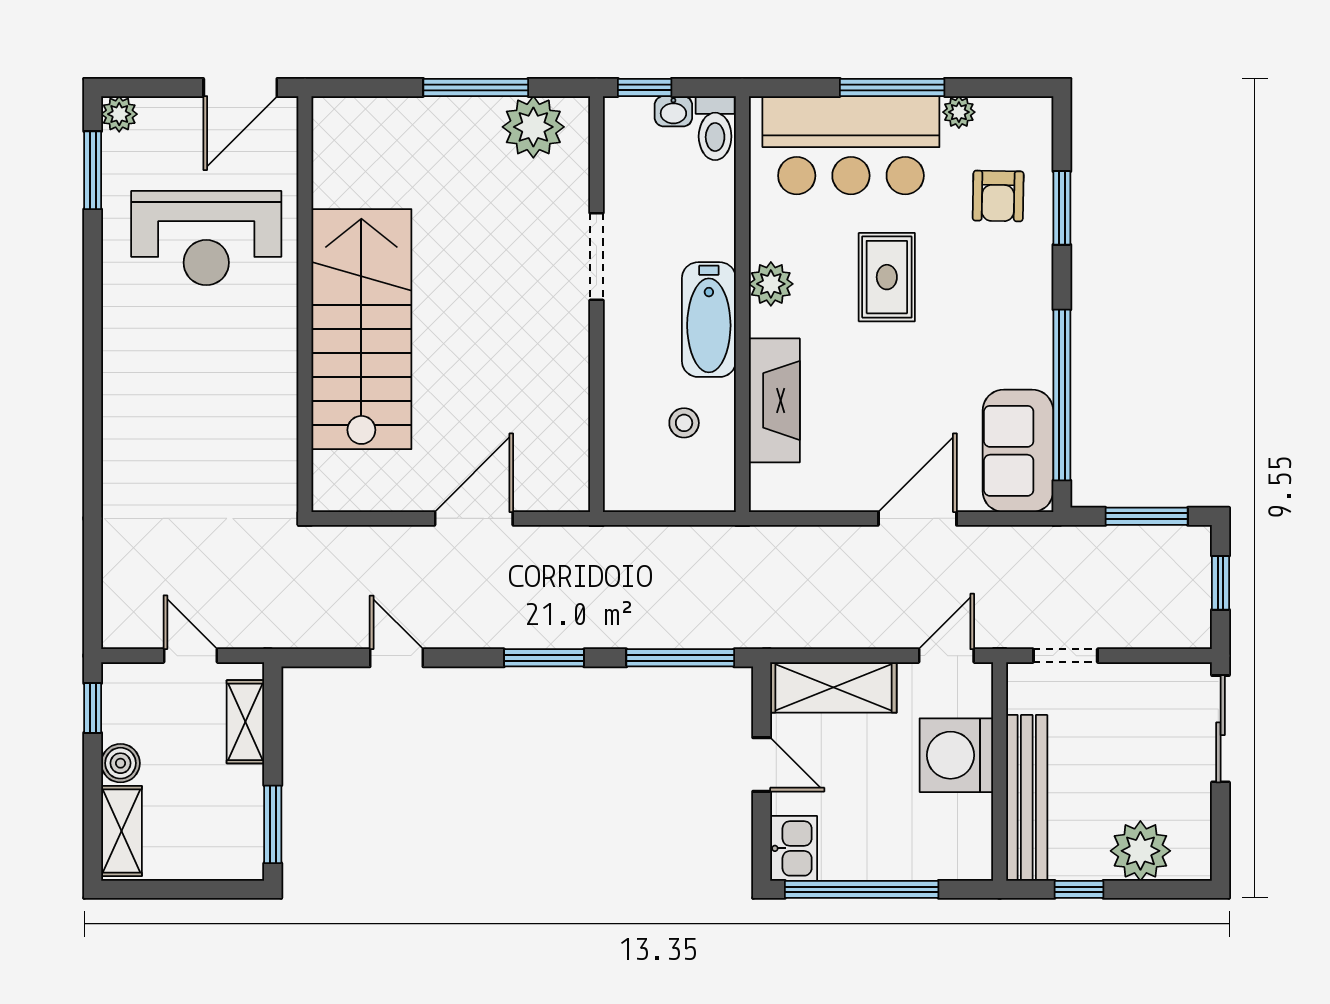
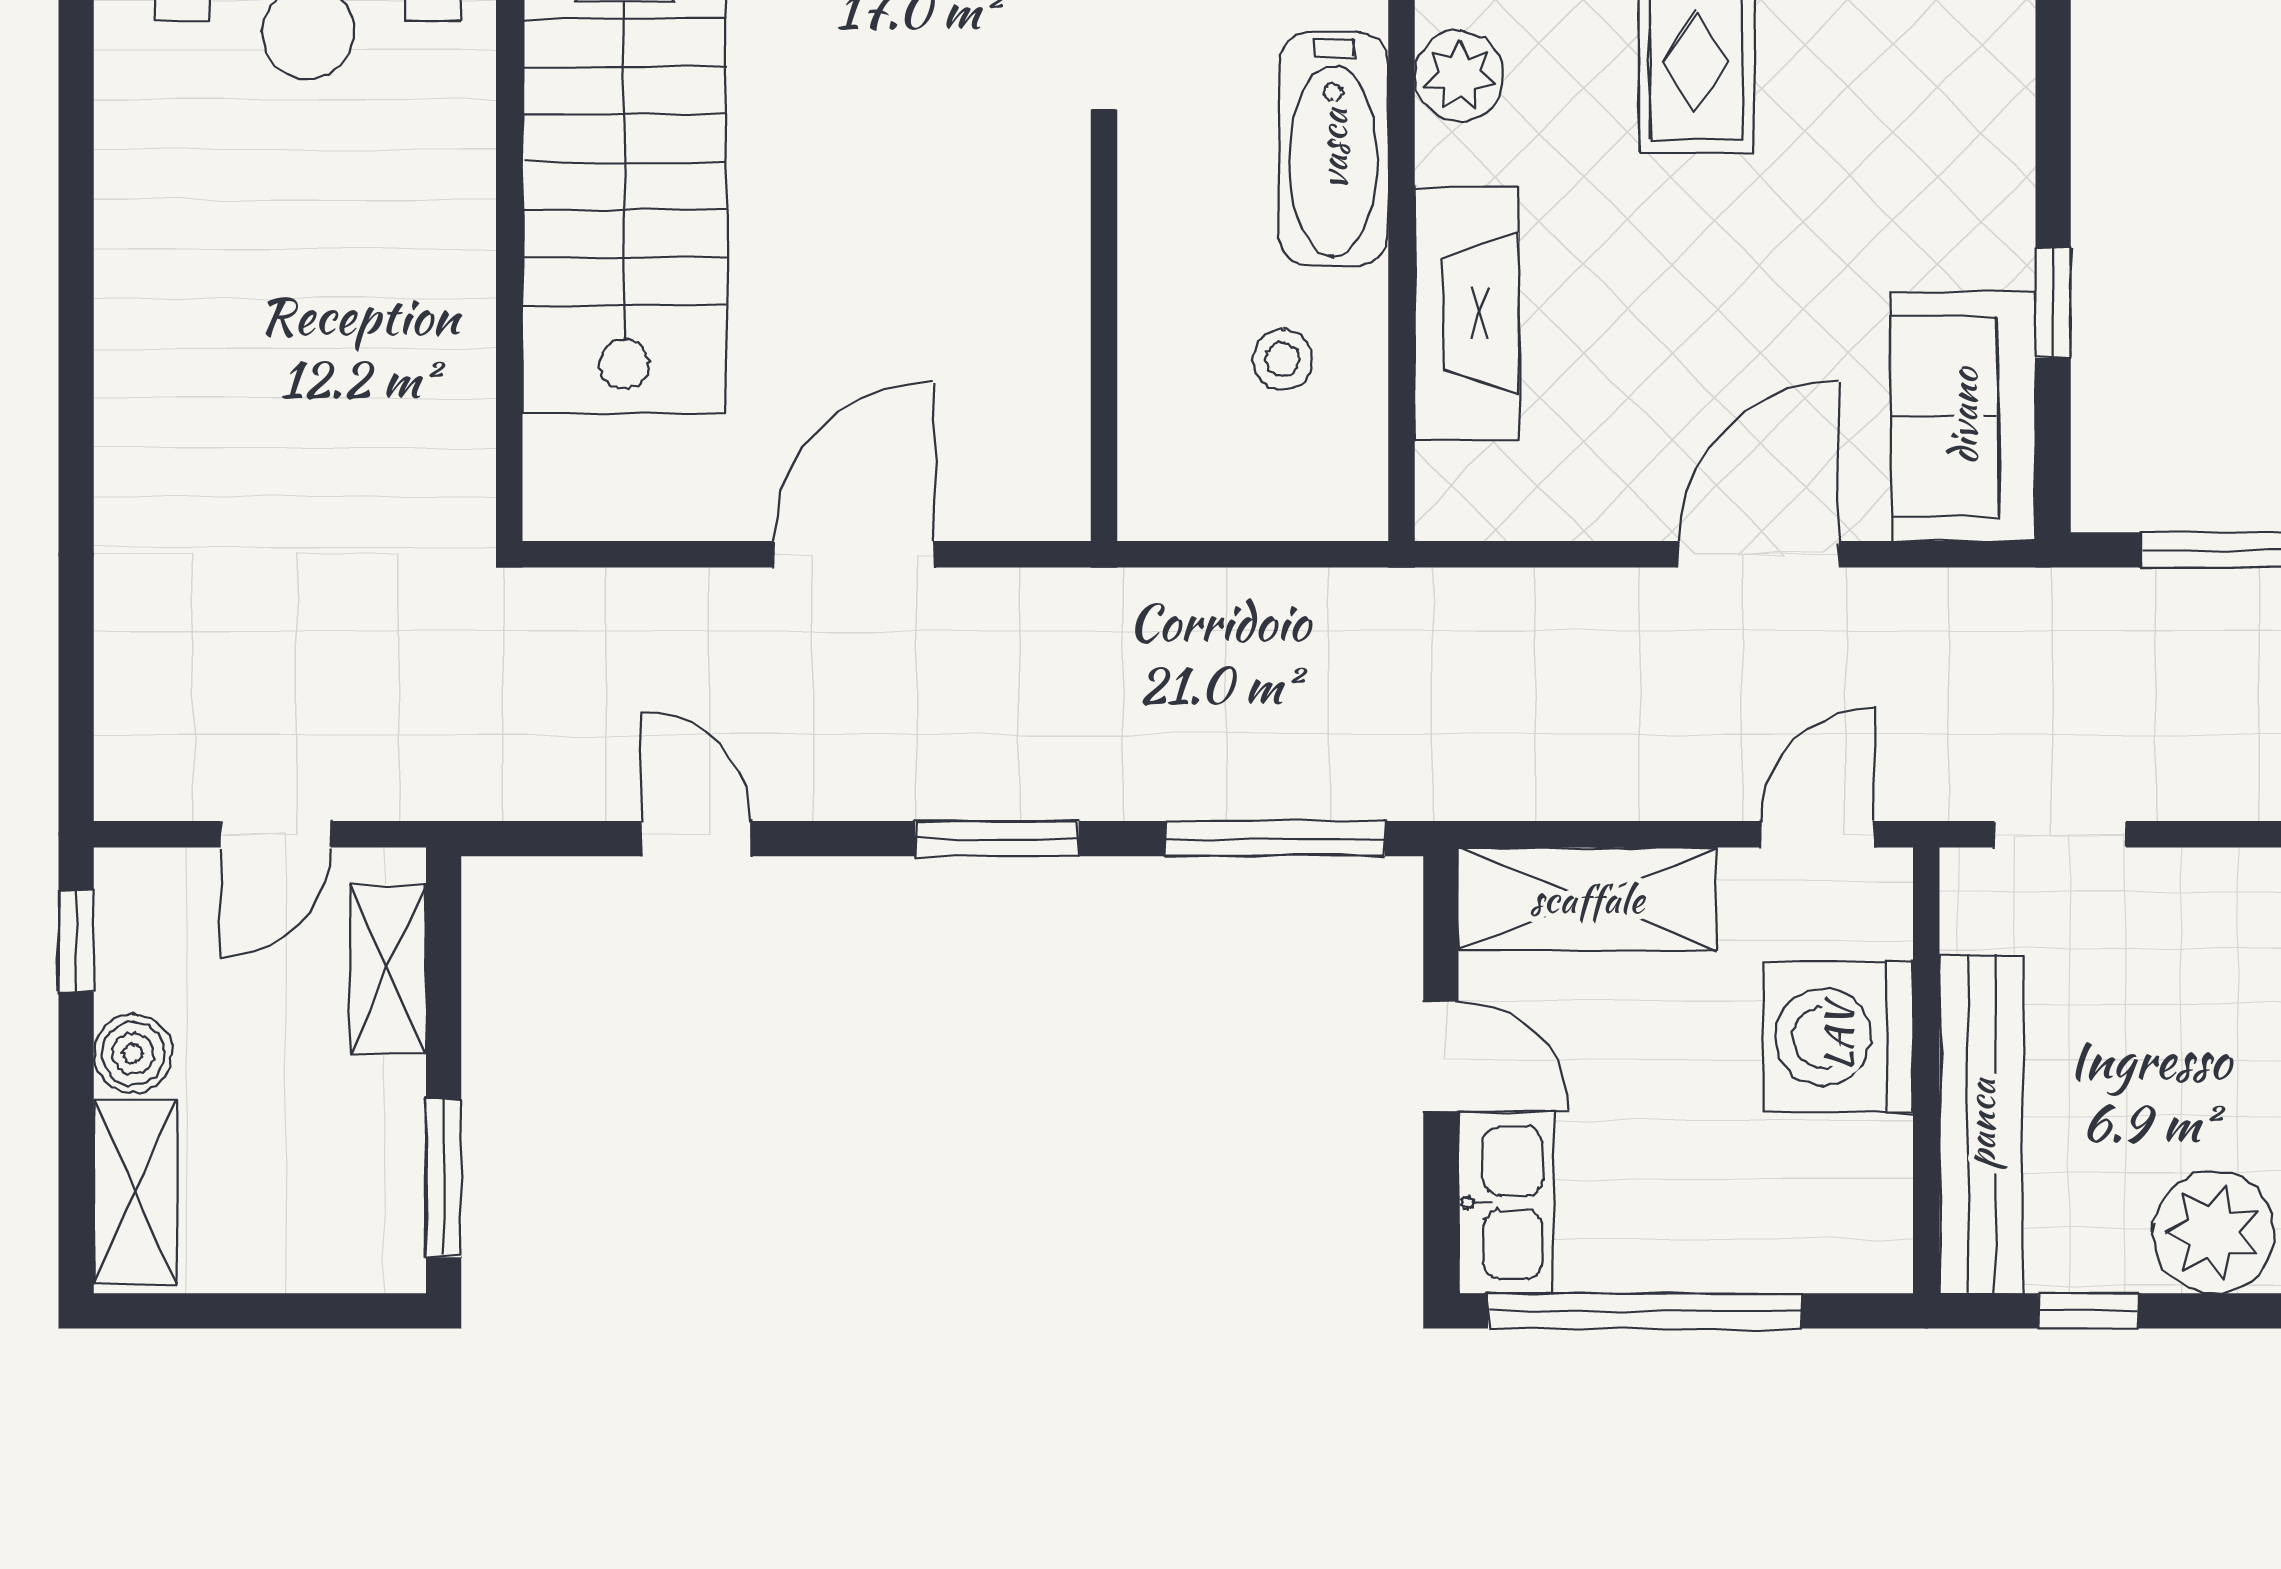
window: (1062, 395) -> (2053, 303), width x0.32
door: (190, 656) -> (276, 834), swing flipped
kitchen sink: (794, 848) -> (1506, 1203), width x1.38

